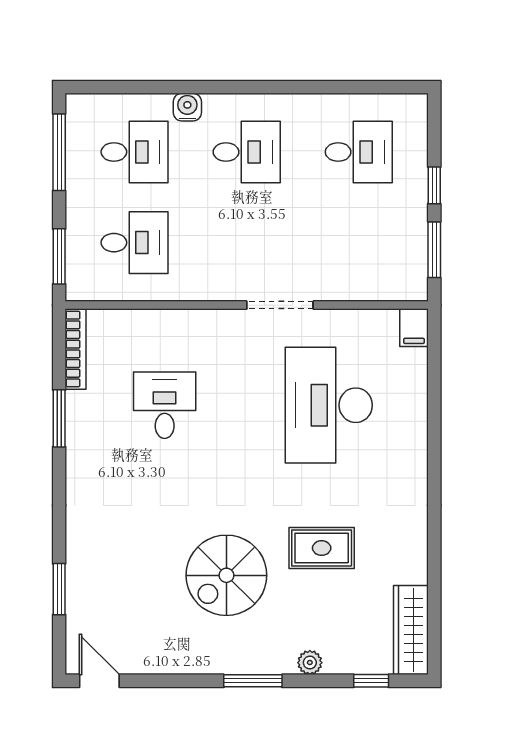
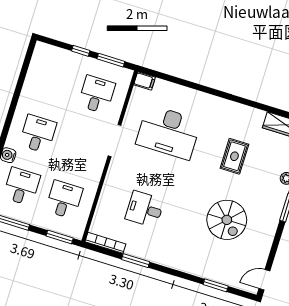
desk: (359, 152) -> (97, 94), moved
spiral stairs: (226, 575) -> (227, 220), moved

